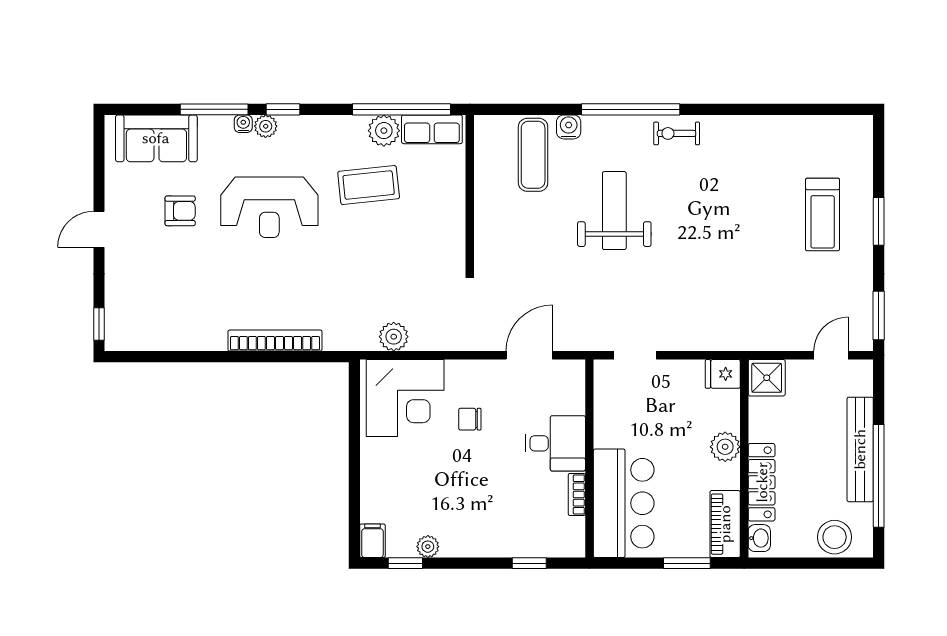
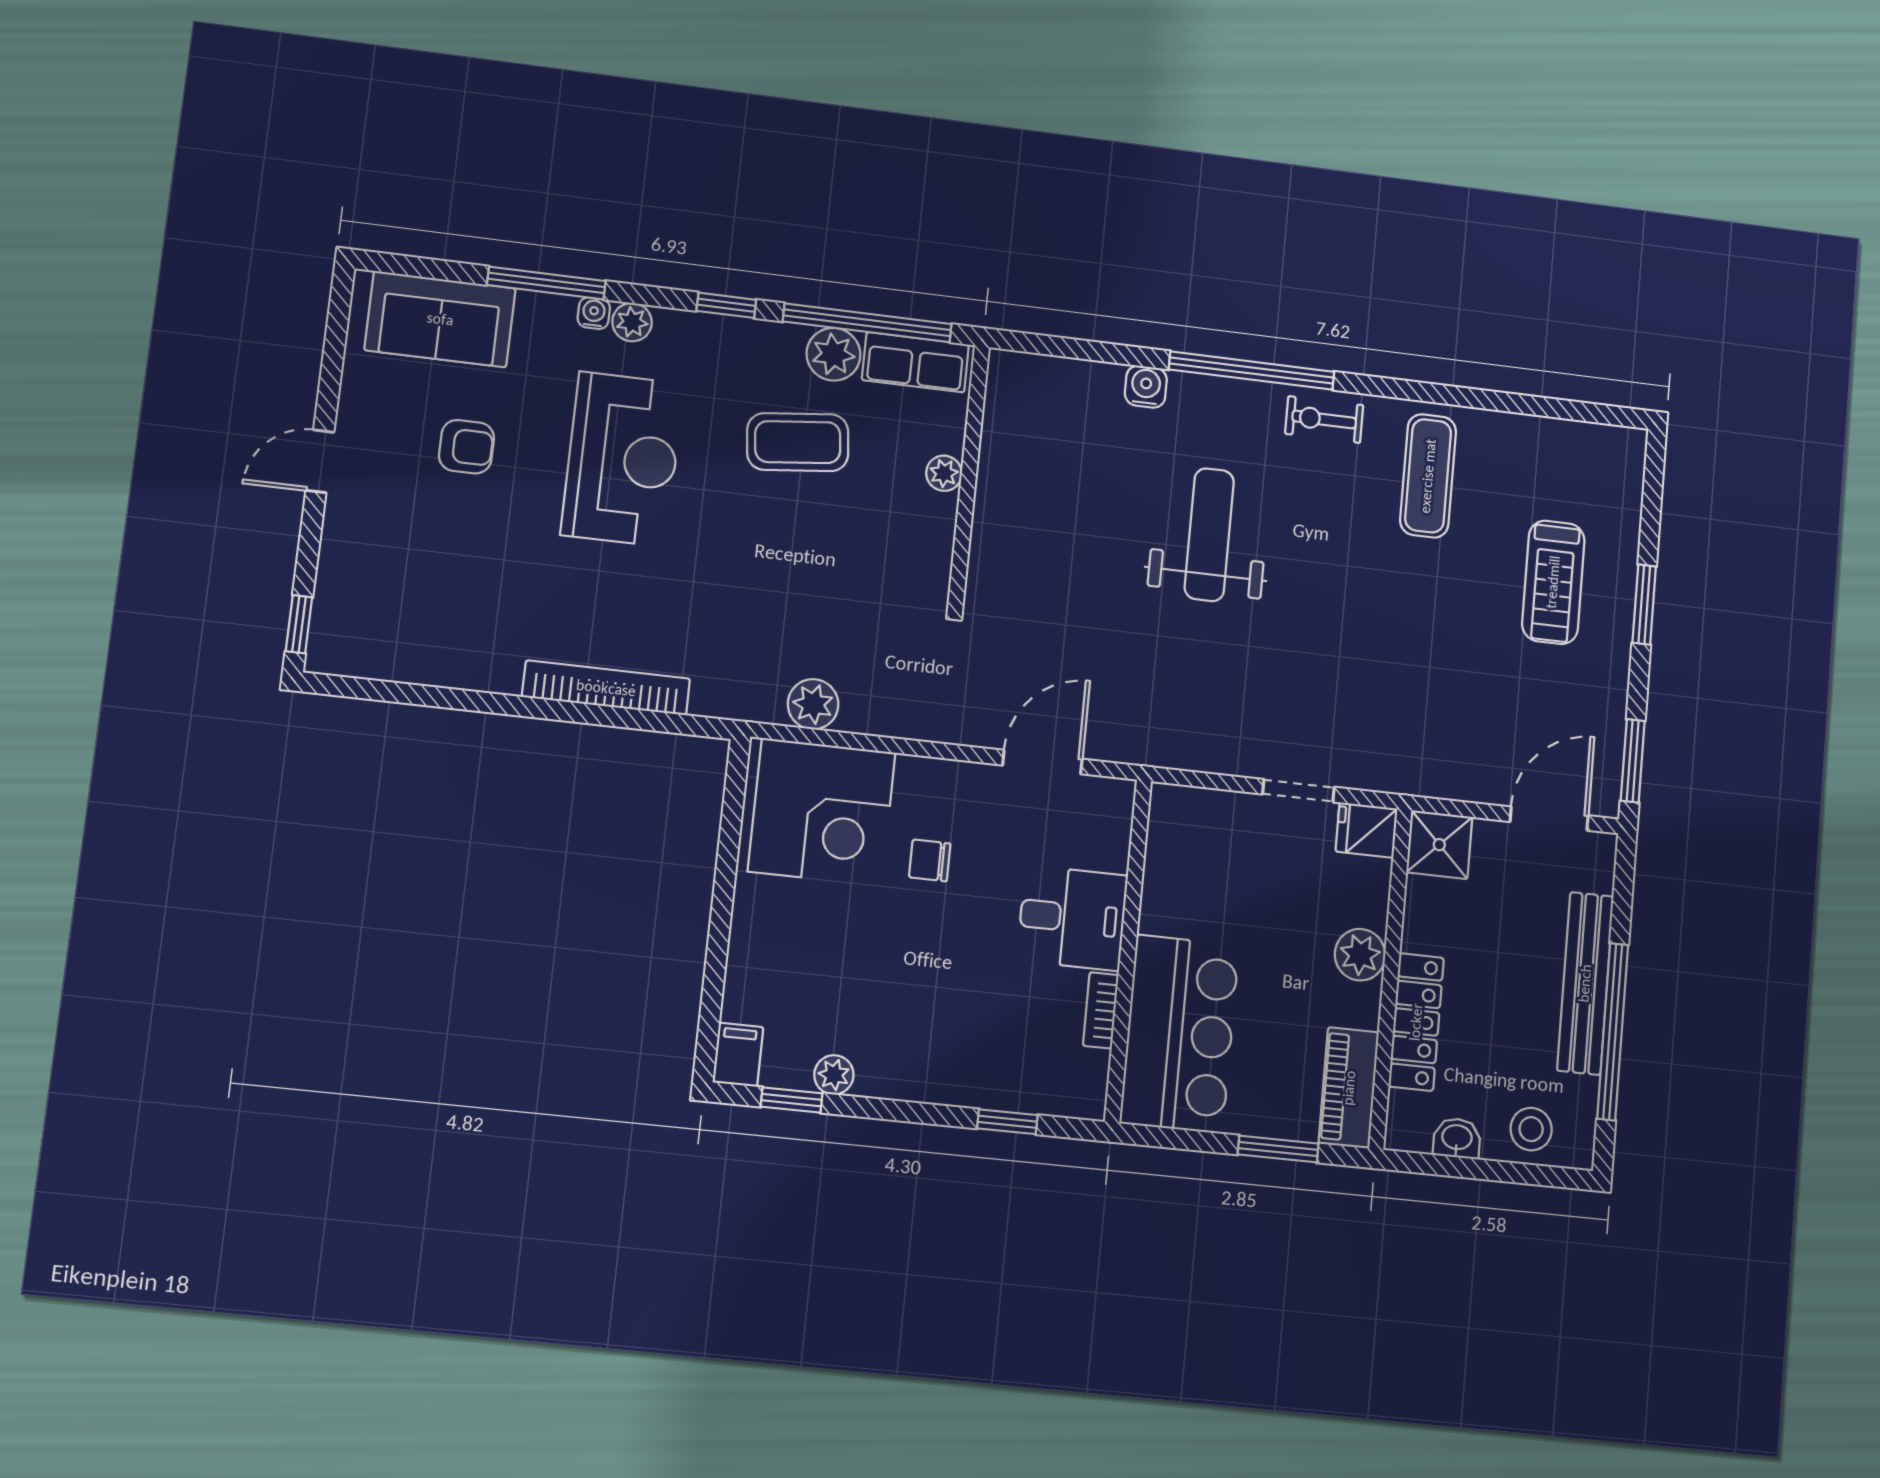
window: (283, 109) -> (726, 305), moved
exercise mat: (533, 155) -> (1428, 476), moved
plant: (455, 193) -> (944, 473), added
reception desk: (269, 207) -> (623, 459), turned -90
doorway: (635, 355) -> (1298, 791), moved
door: (831, 355) -> (1549, 819), width x1.38
stool: (835, 537) -> (1531, 1129), width x0.73, depth x0.73
washbasin: (759, 538) -> (1457, 1138), moved, turned -90

